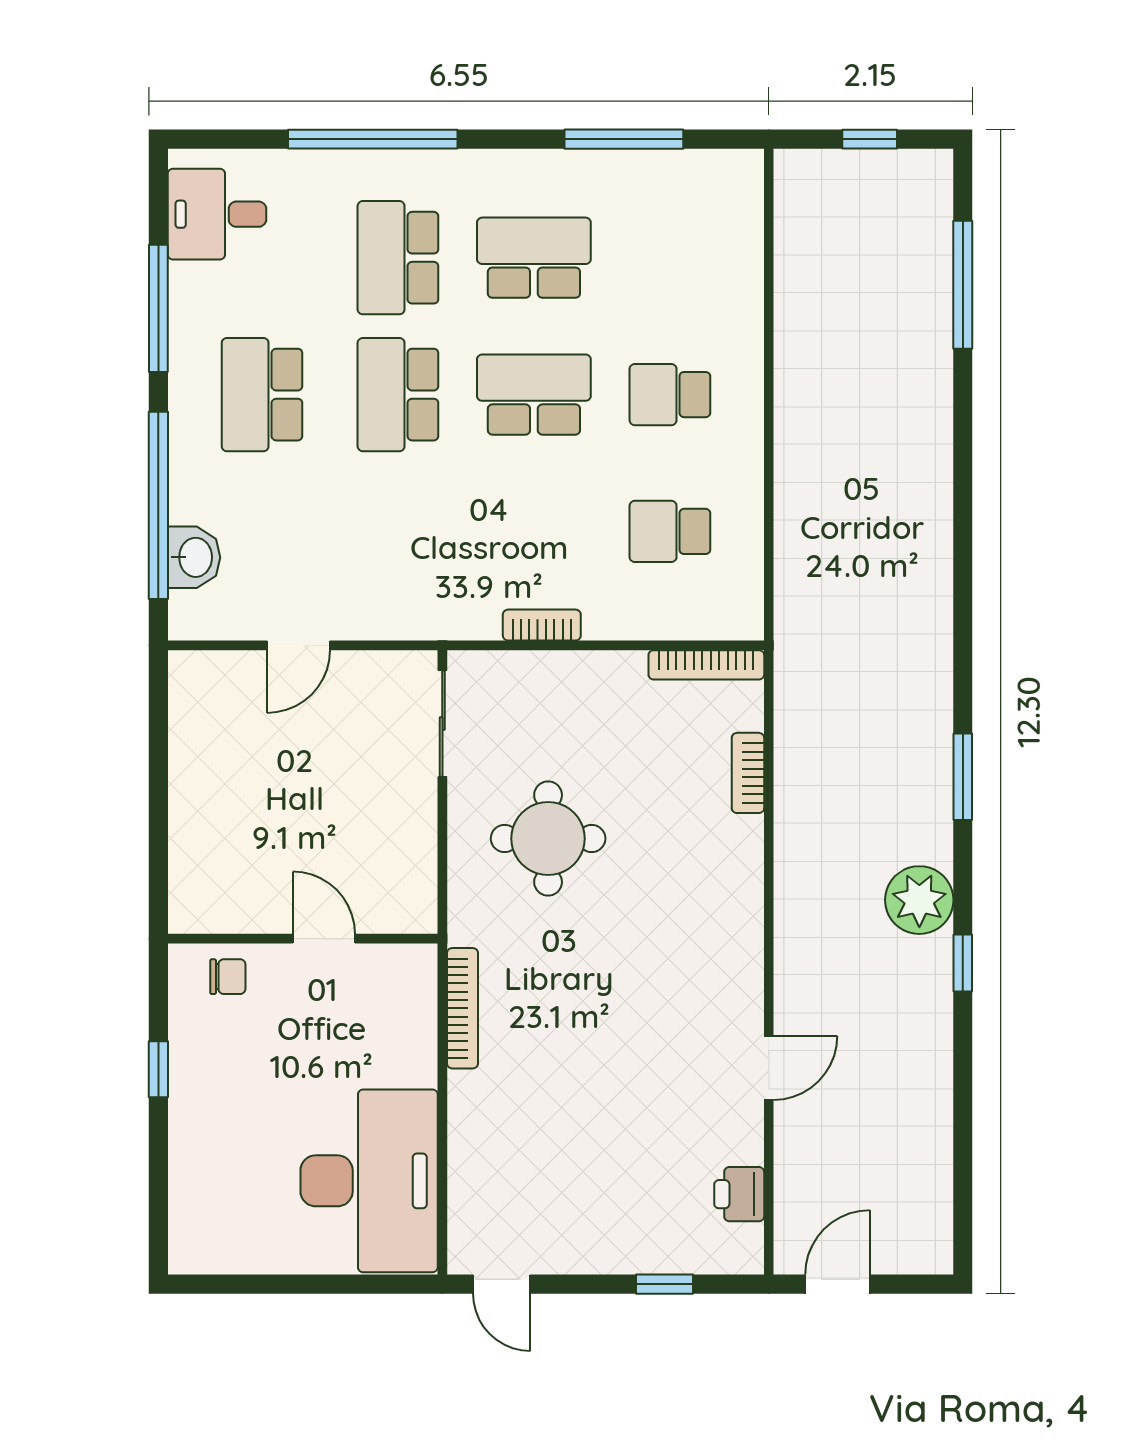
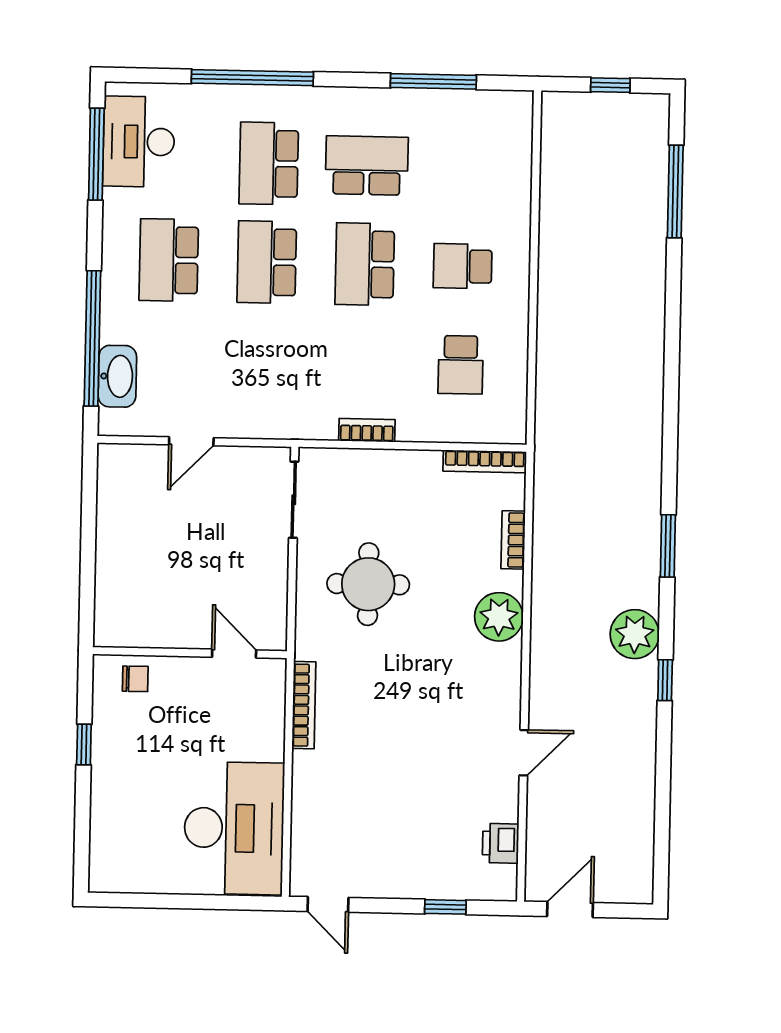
desk: (217, 214) -> (139, 142), width x1.37
window: (158, 308) -> (96, 154), moved
school desk: (534, 395) -> (365, 264), turned -90
school desk: (670, 531) -> (461, 365), turned -90
washbasin: (194, 557) -> (117, 376), width x1.38
plant: (730, 880) -> (499, 617), added
door: (324, 939) -> (234, 654), moved

